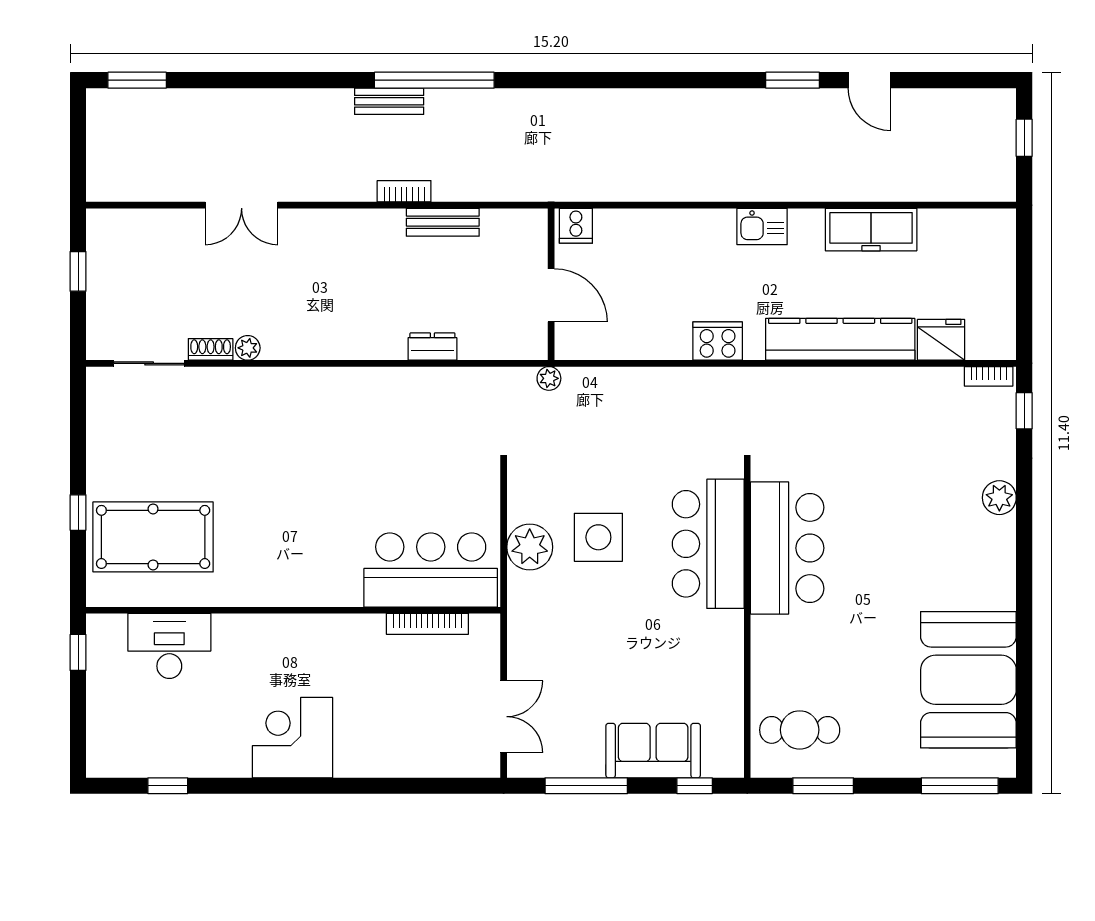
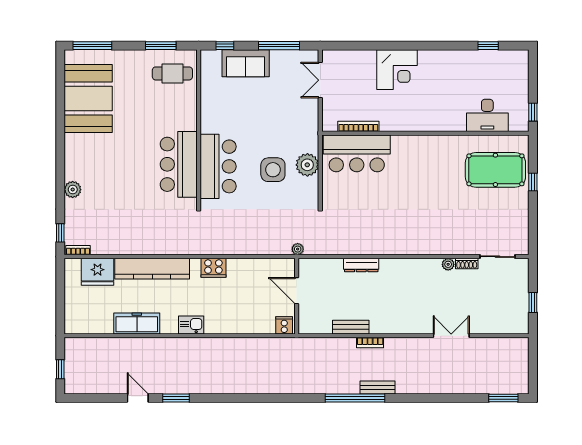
fridge: (941, 340) -> (98, 272), width x1.36, depth x1.34
dresser: (432, 346) -> (361, 265), width x1.44
corner desk: (292, 738) -> (397, 70), moved

